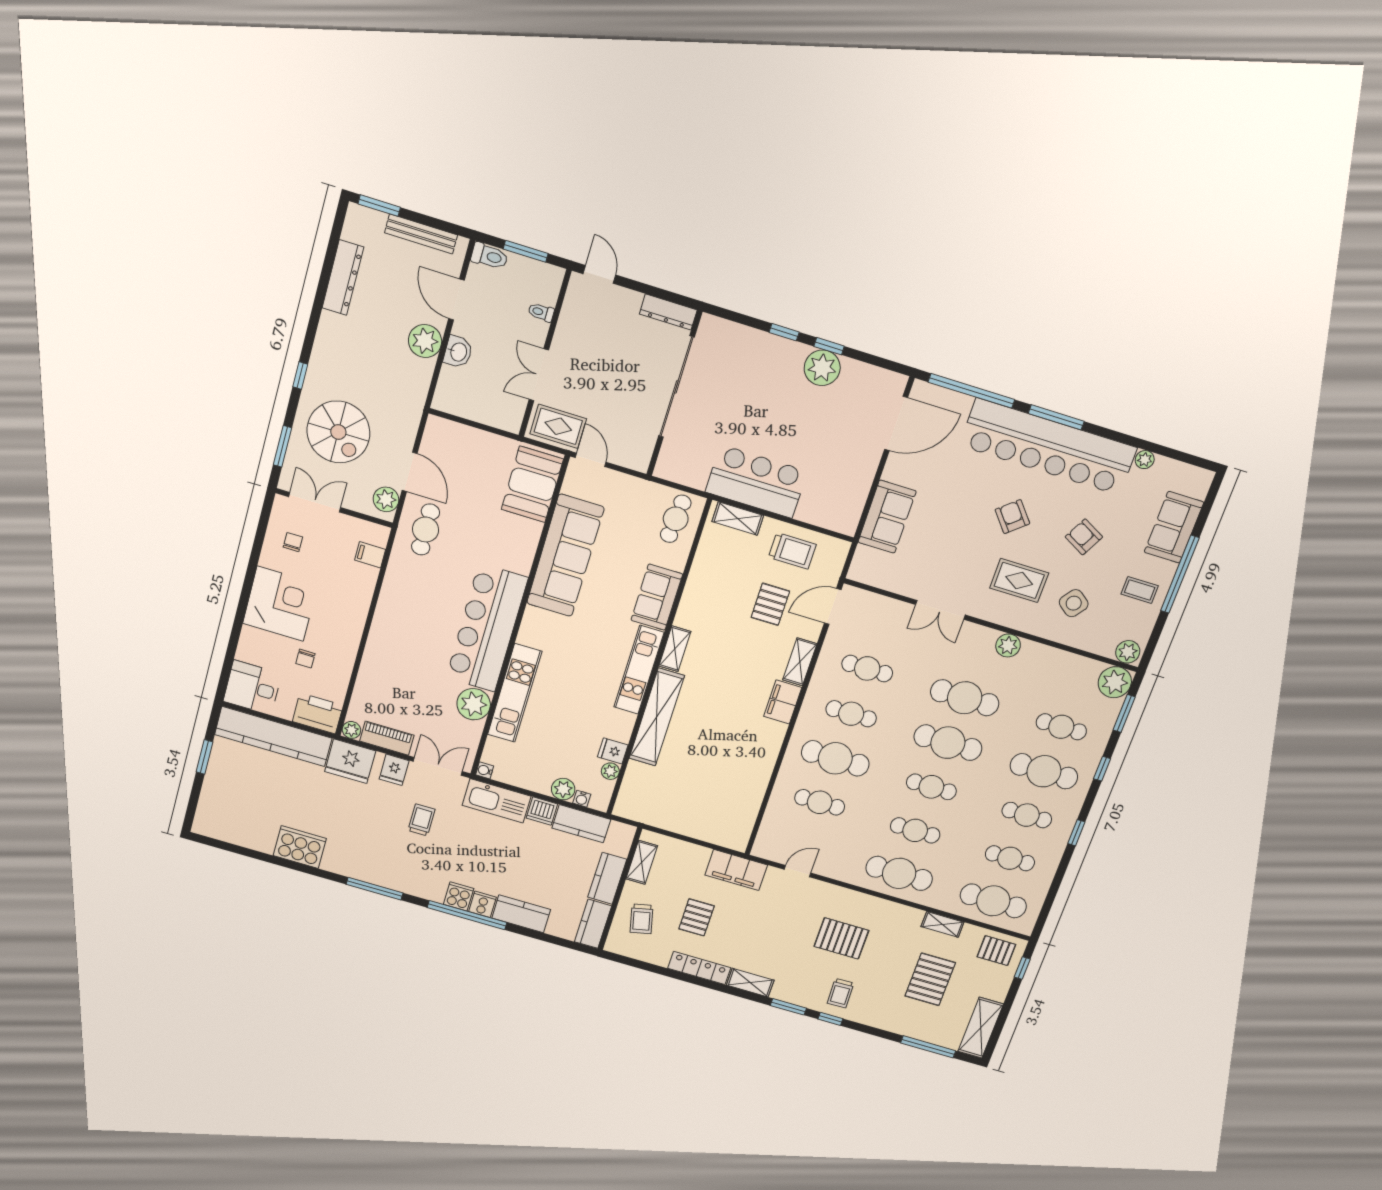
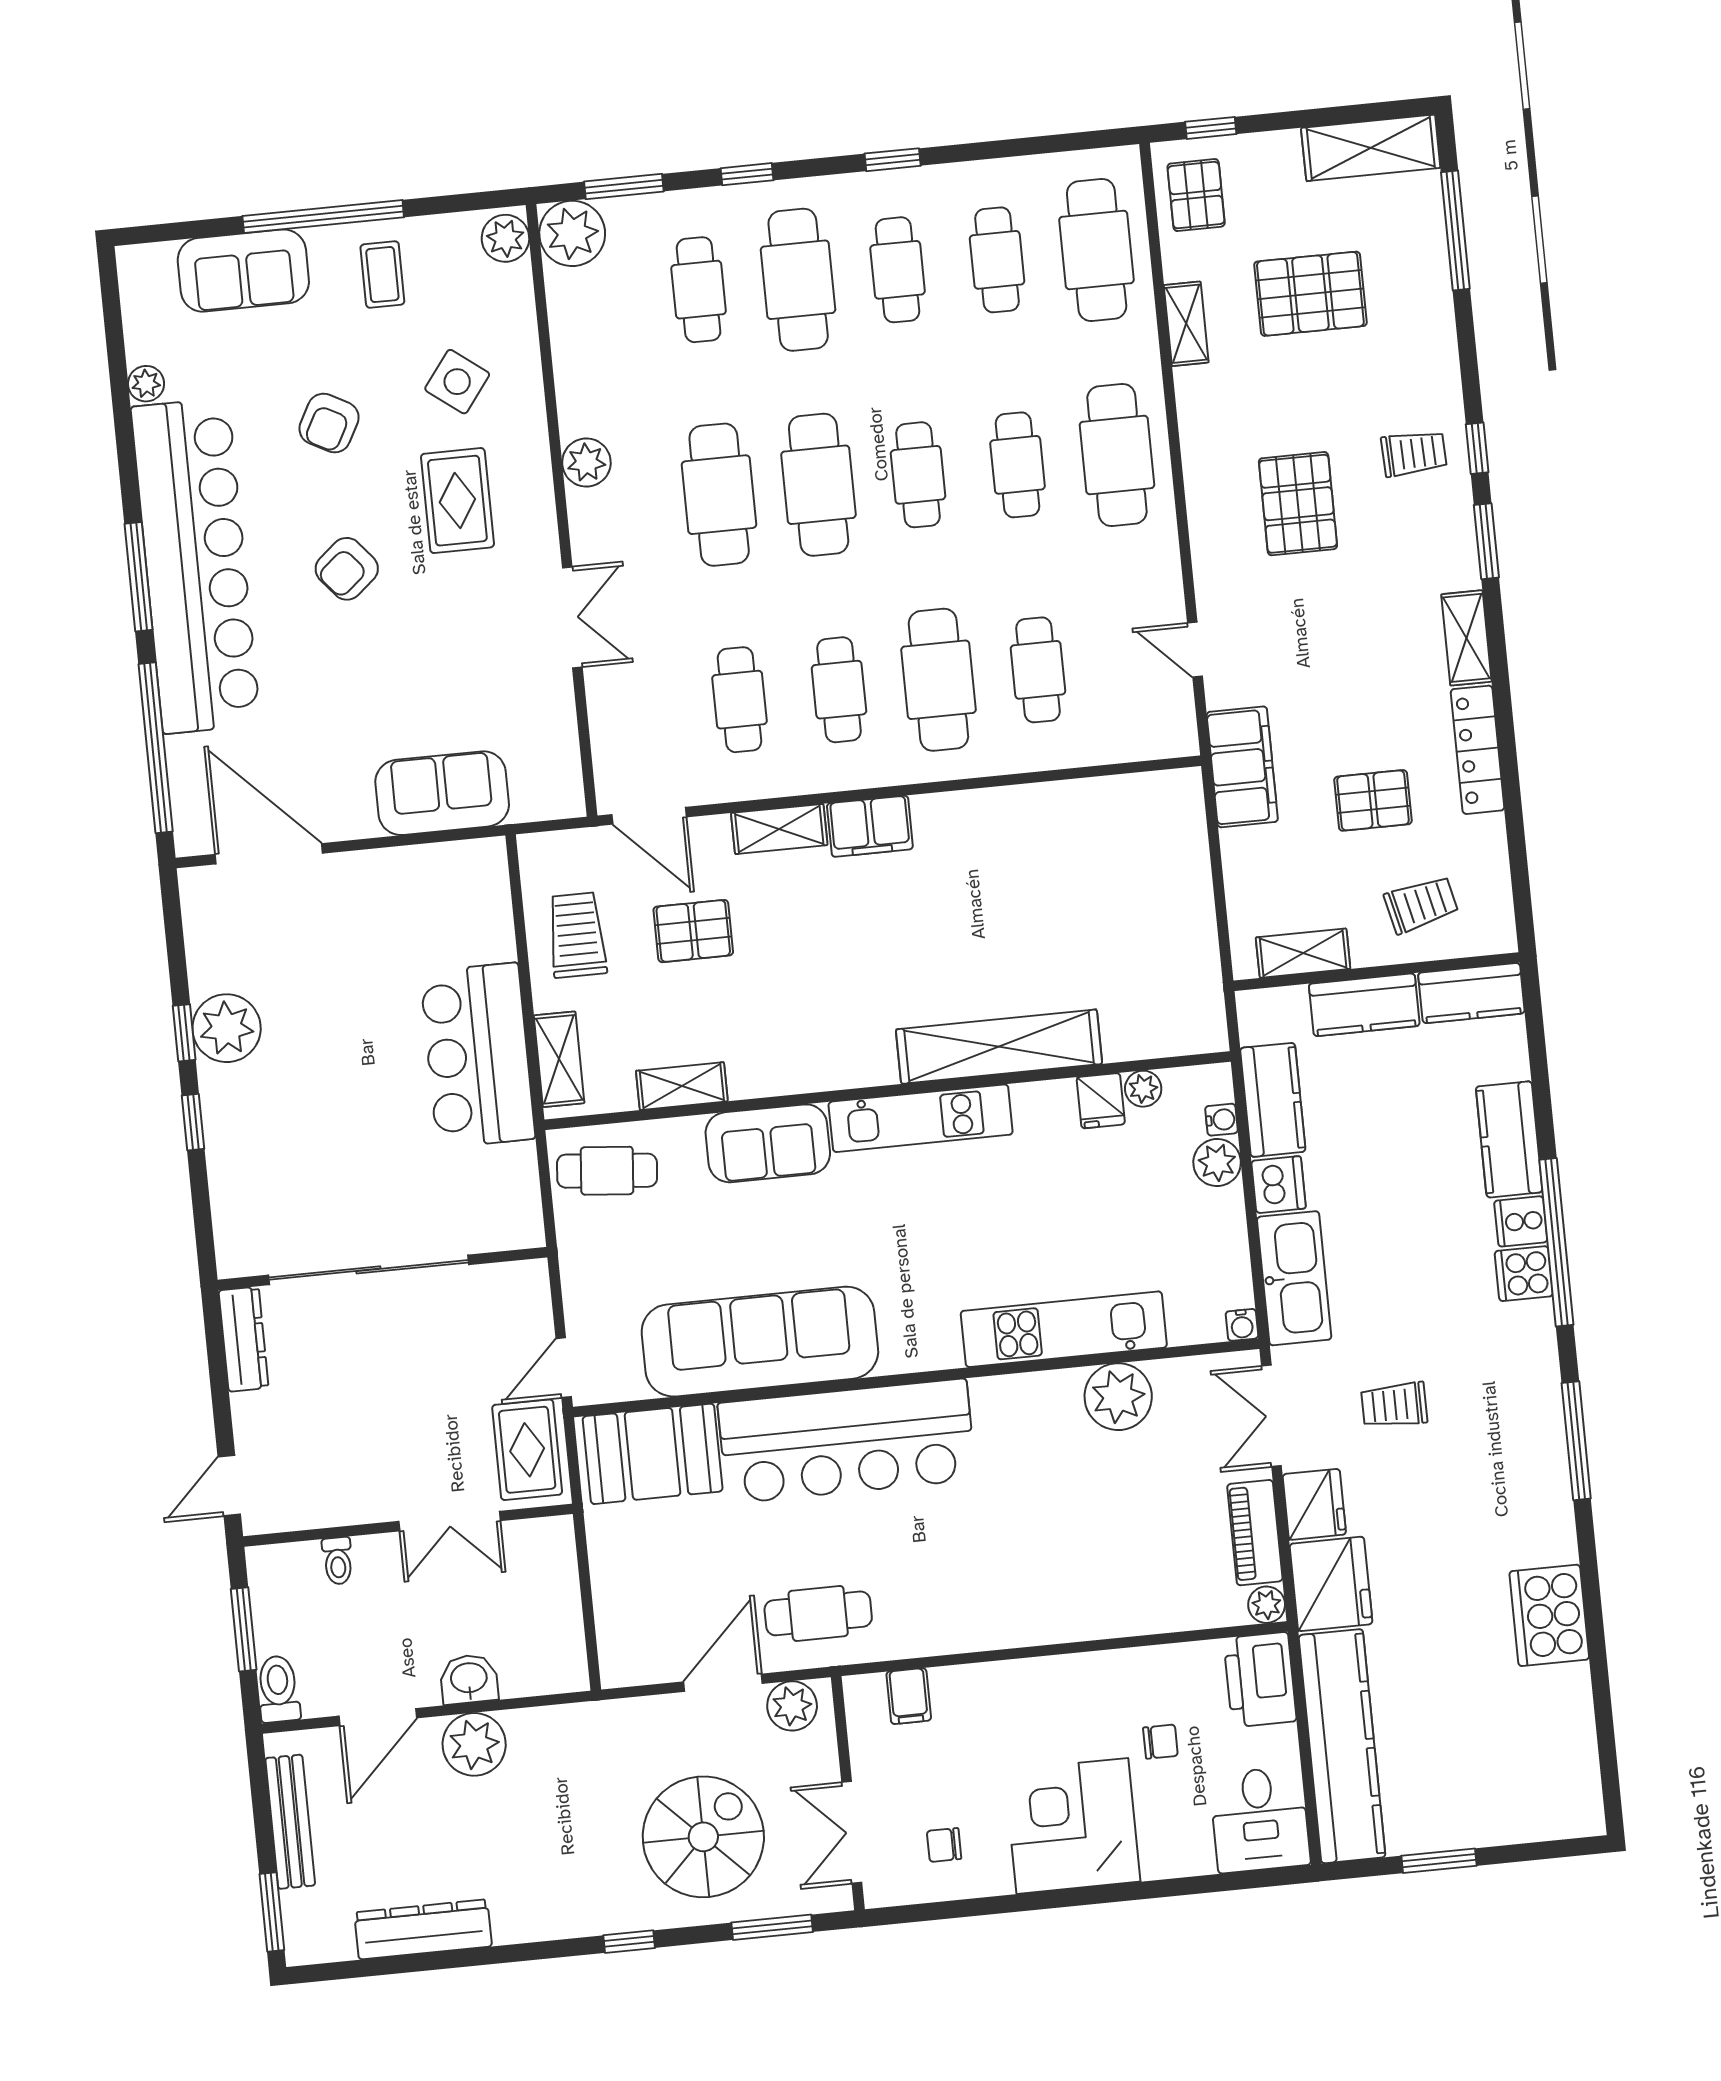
bar counter: (487, 628) -> (847, 1441), moved
shelving: (675, 649) -> (682, 1086), moved
fridge: (394, 770) -> (1314, 1504), width x1.38

